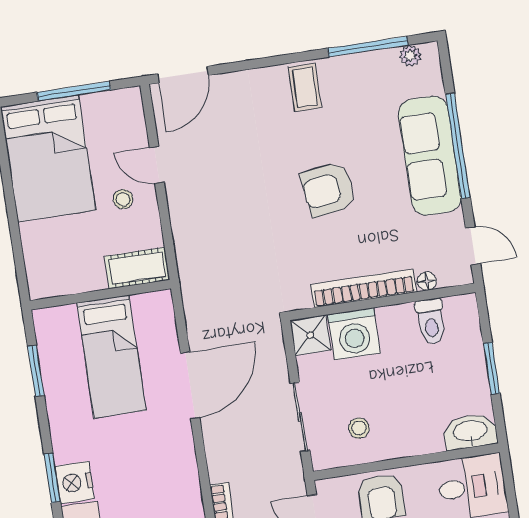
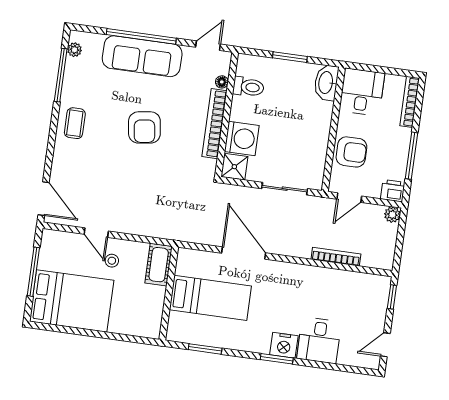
coffee table: (305, 87) -> (75, 123), turned 90
door: (157, 165) -> (96, 233), hinge flipped
stool: (359, 428) -> (303, 153), removed

